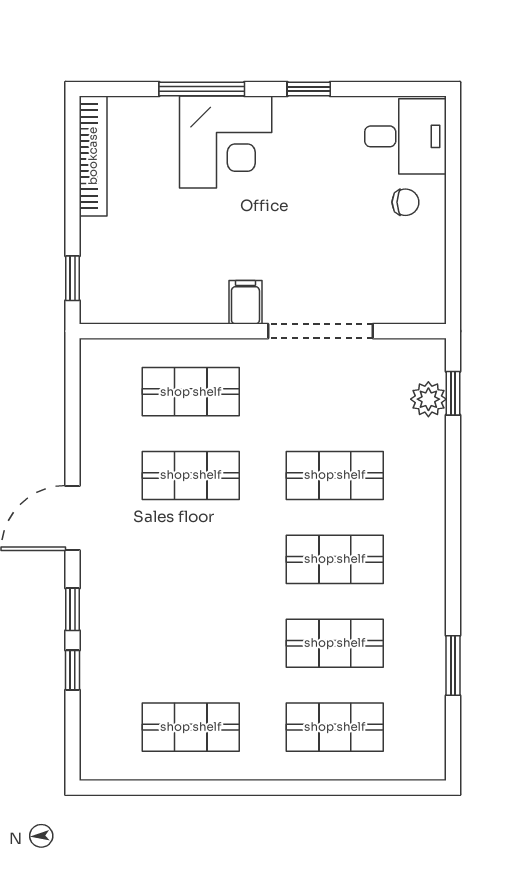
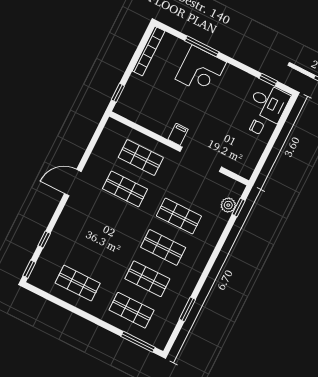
window: (309, 89) -> (268, 80), moved
window: (73, 609) -> (29, 269), moved
window: (383, 788) -> (138, 342), added

